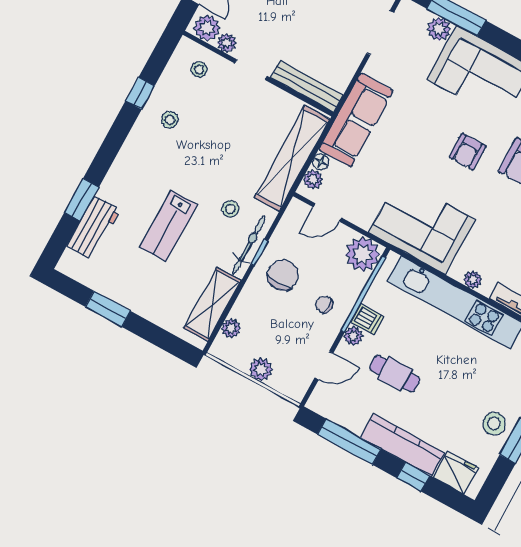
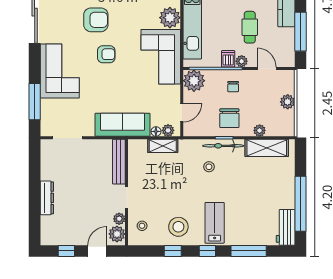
plant: (439, 29) -> (48, 107), removed
stool: (170, 120) -> (178, 227), width x1.89, depth x1.89
window: (113, 142) -> (207, 251), added
shelving: (292, 158) -> (163, 146), width x0.45, depth x0.75
window: (82, 200) -> (249, 251), width x1.44
door: (327, 212) -> (182, 113), hinge flipped
lab bench: (168, 226) -> (215, 223), moved, turned -90
workbench: (93, 228) -> (286, 227), moved, turned -90
chair: (283, 275) -> (229, 118), turned -90
plant: (473, 280) -> (170, 18), width x1.88, depth x1.88
window: (108, 309) -> (301, 204), width x2.11
plant: (231, 328) -> (260, 130), moved

